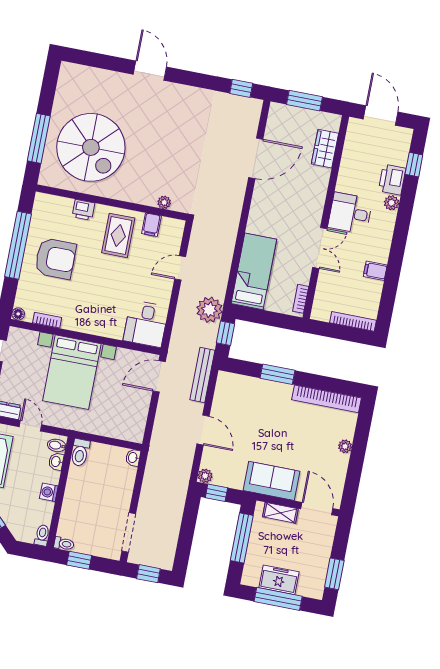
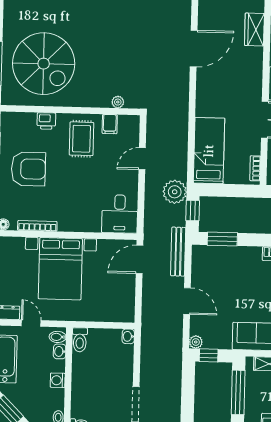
bookcase: (47, 320) -> (37, 226), width x1.56
window: (277, 374) -> (222, 239), moved

